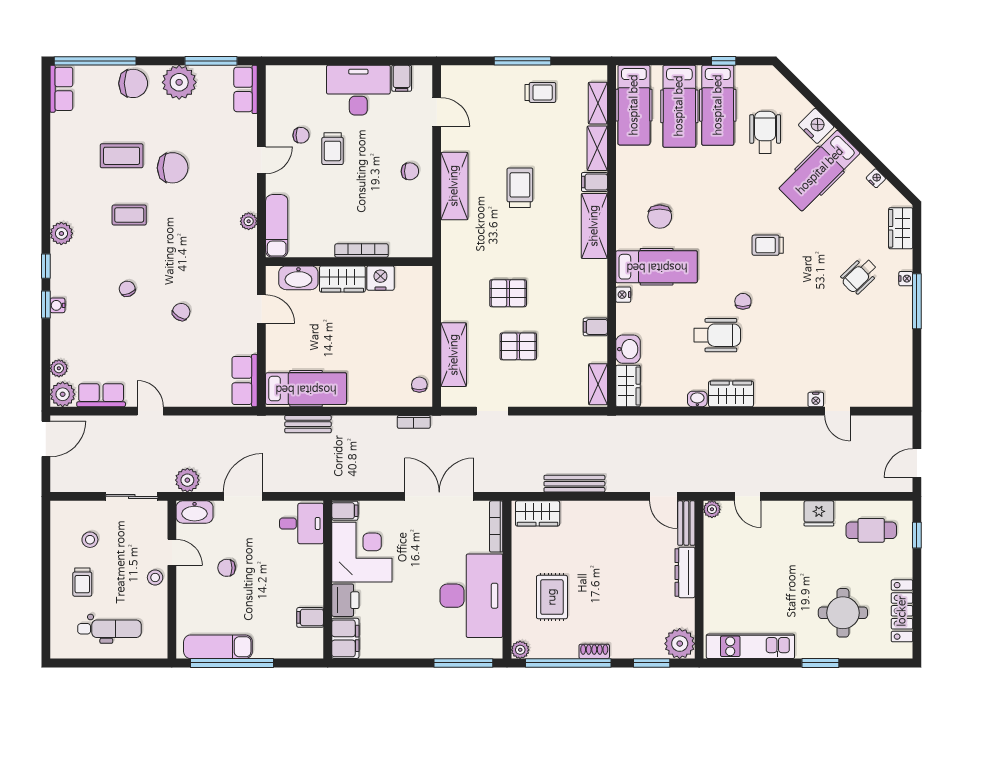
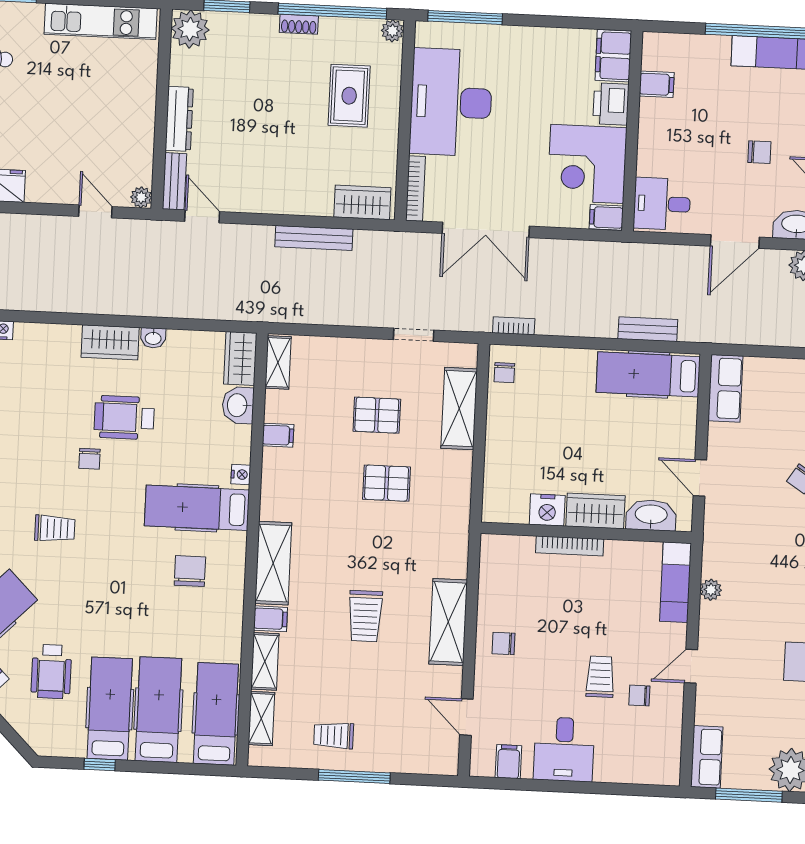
desk: (358, 90) -> (564, 749), width x0.73

